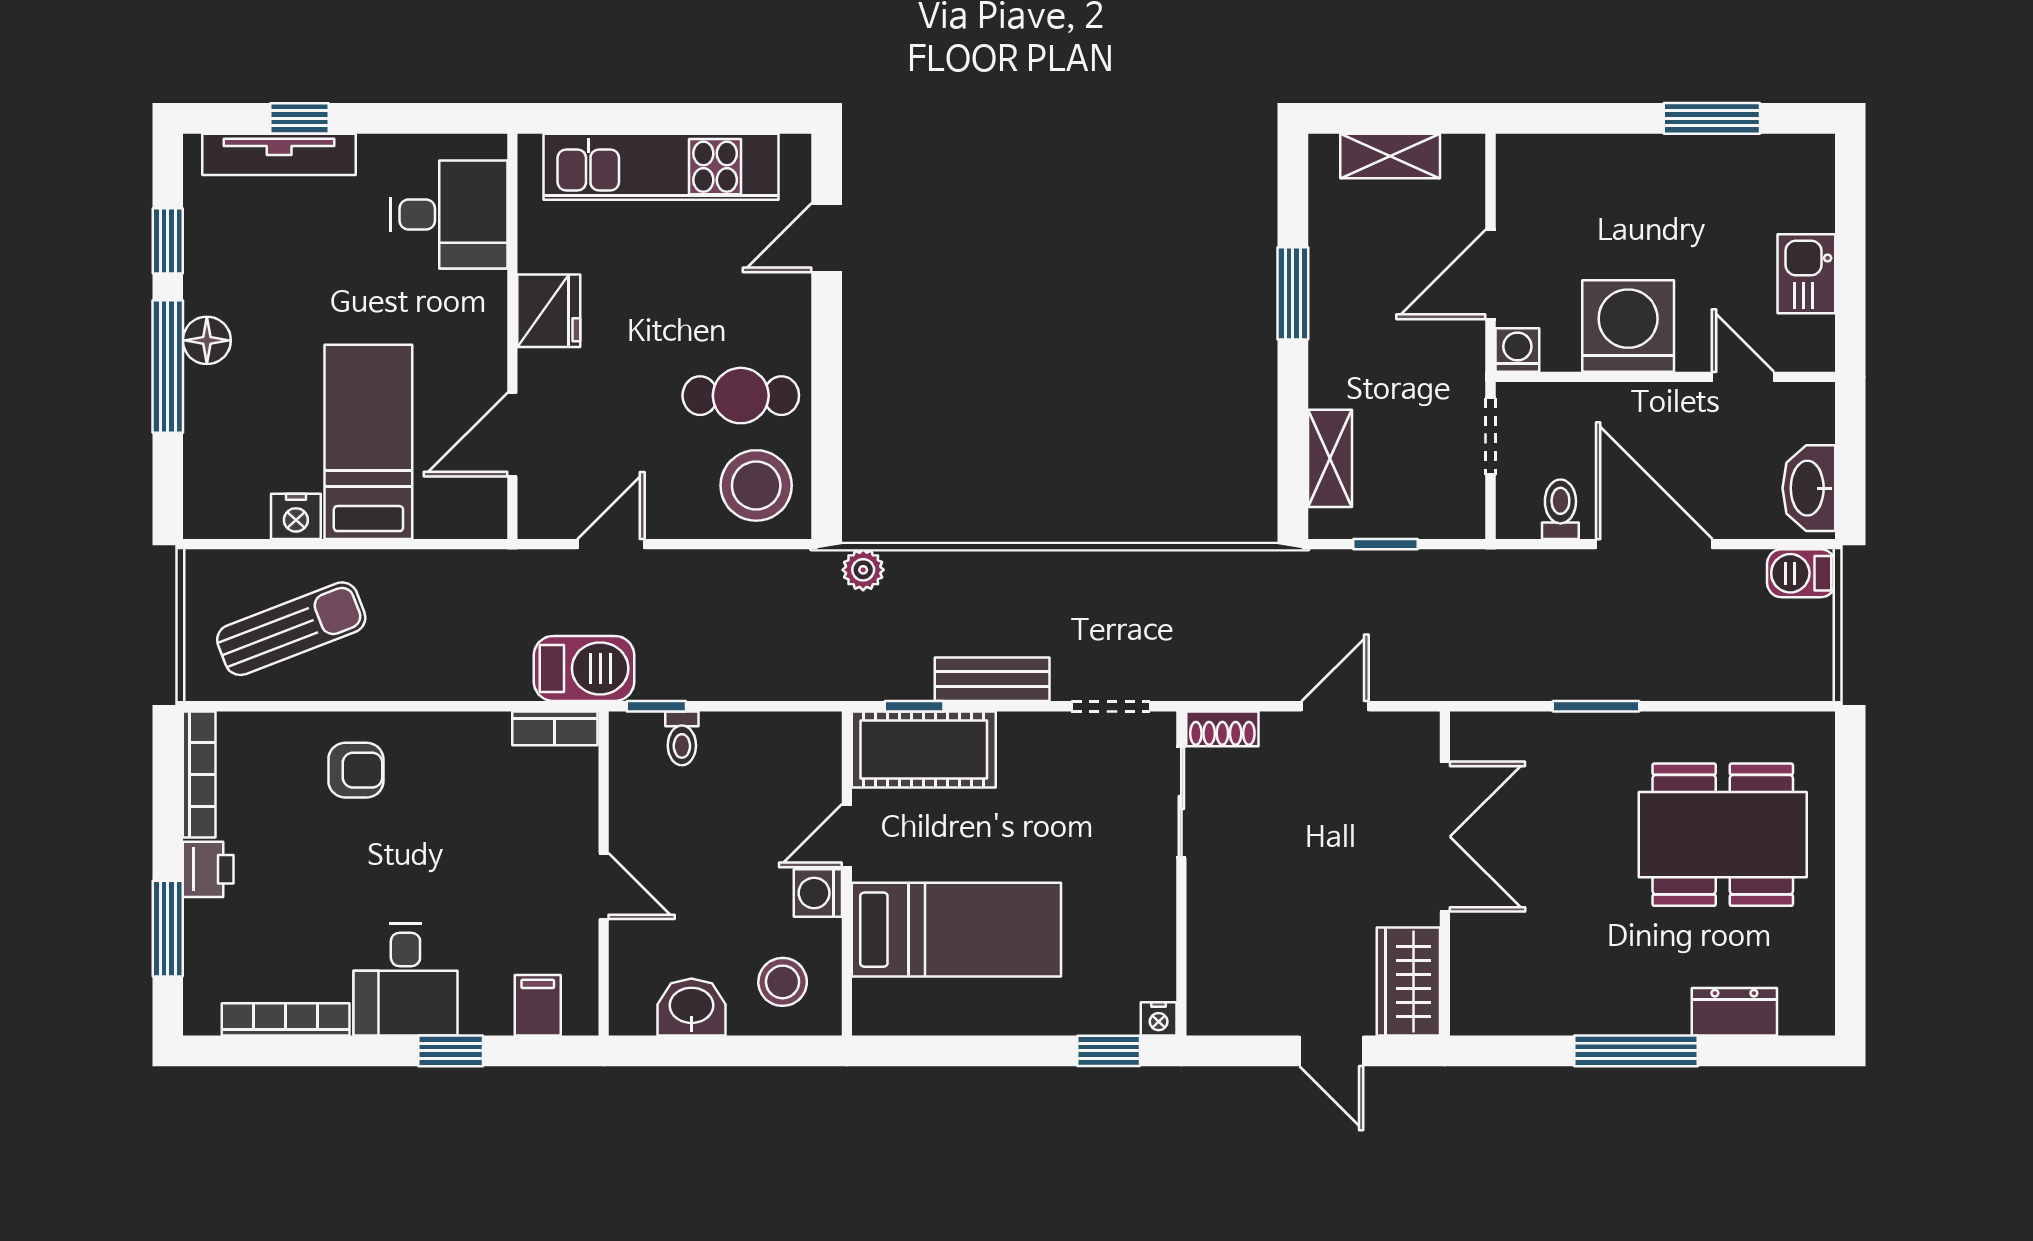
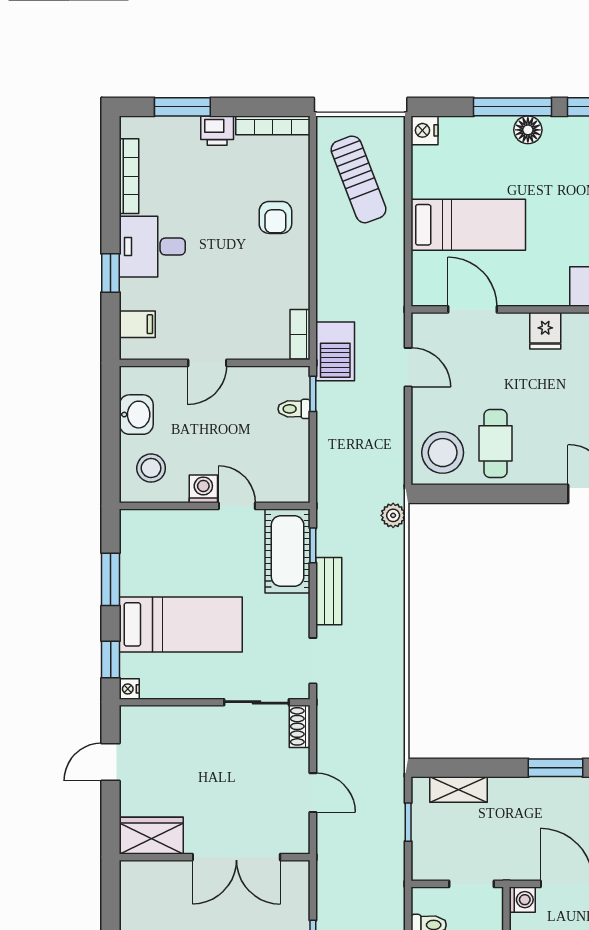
fridge: (549, 311) -> (545, 331), width x0.72
nightstand: (296, 516) -> (425, 130), moved
bed: (956, 930) -> (181, 624), moved, turned -90
window: (972, 1051) -> (111, 579), added
door: (1331, 1051) -> (111, 762), moved

